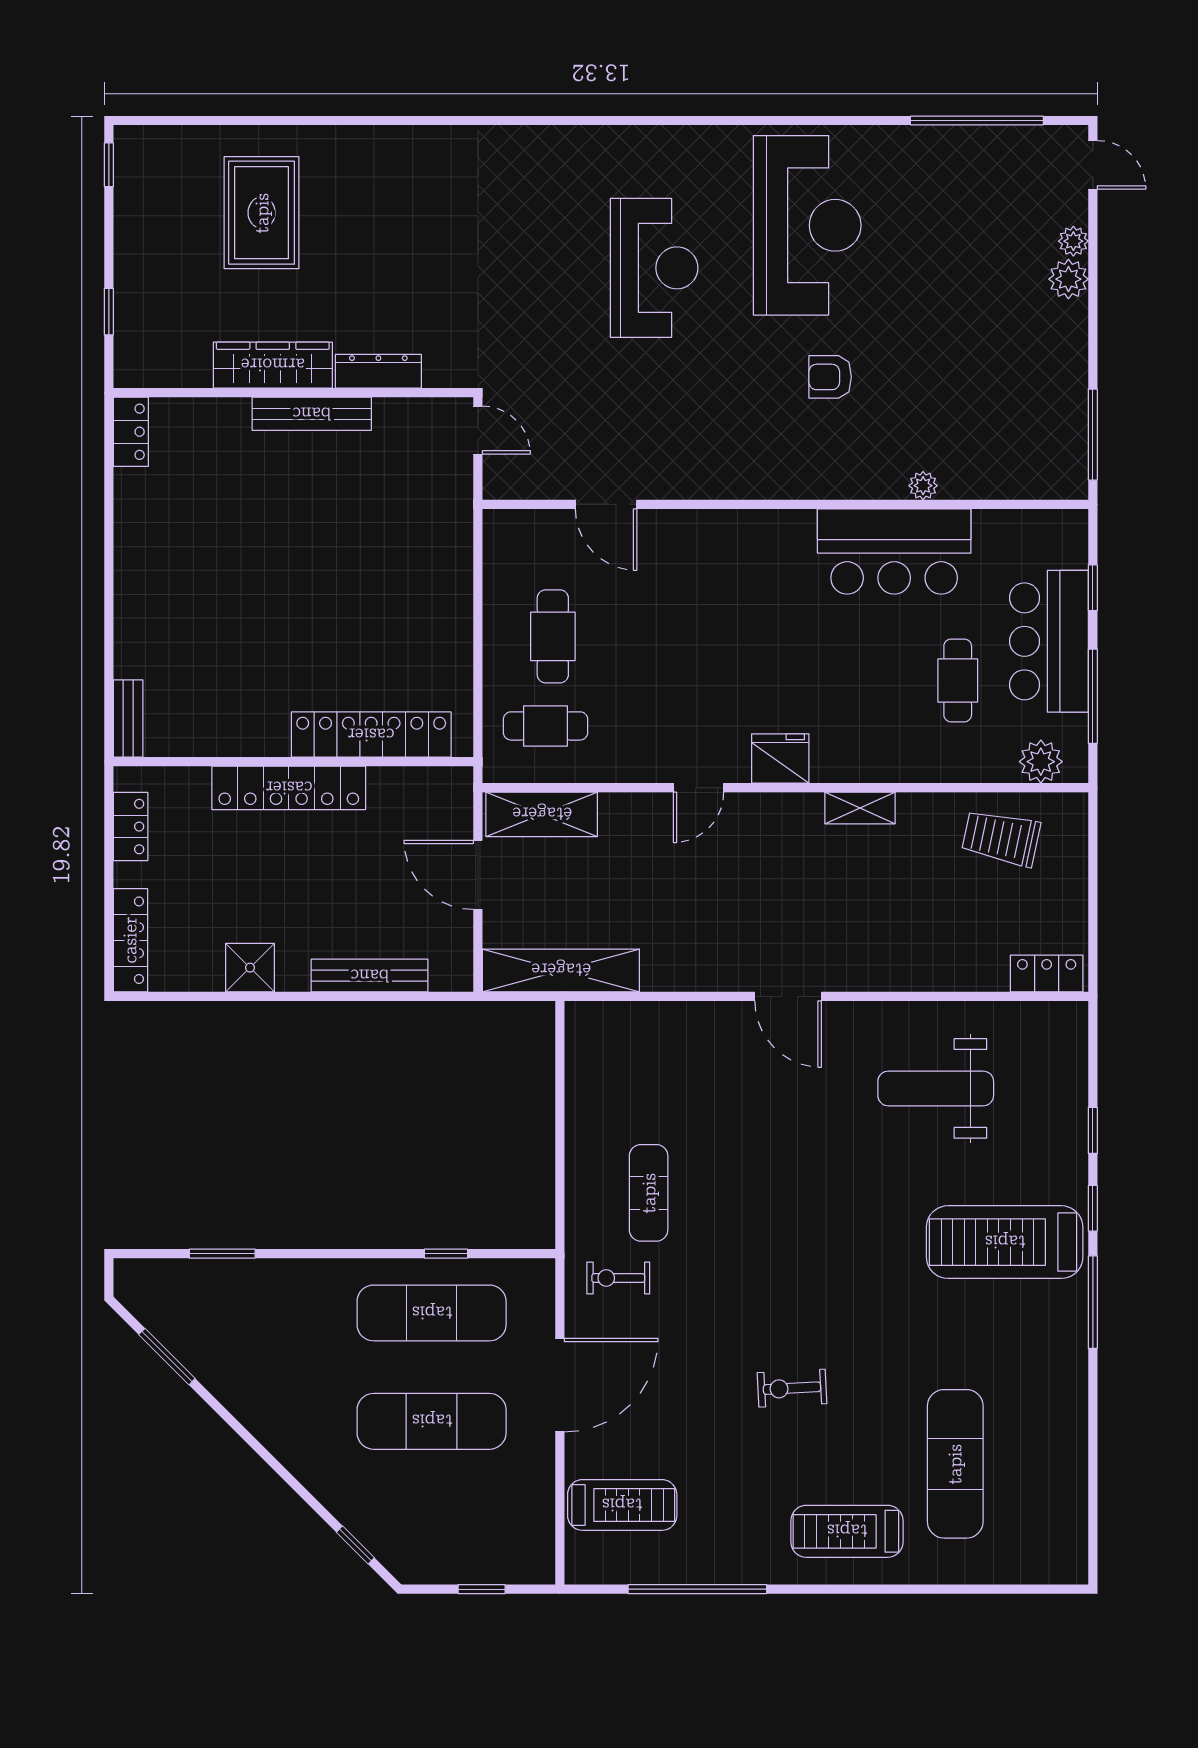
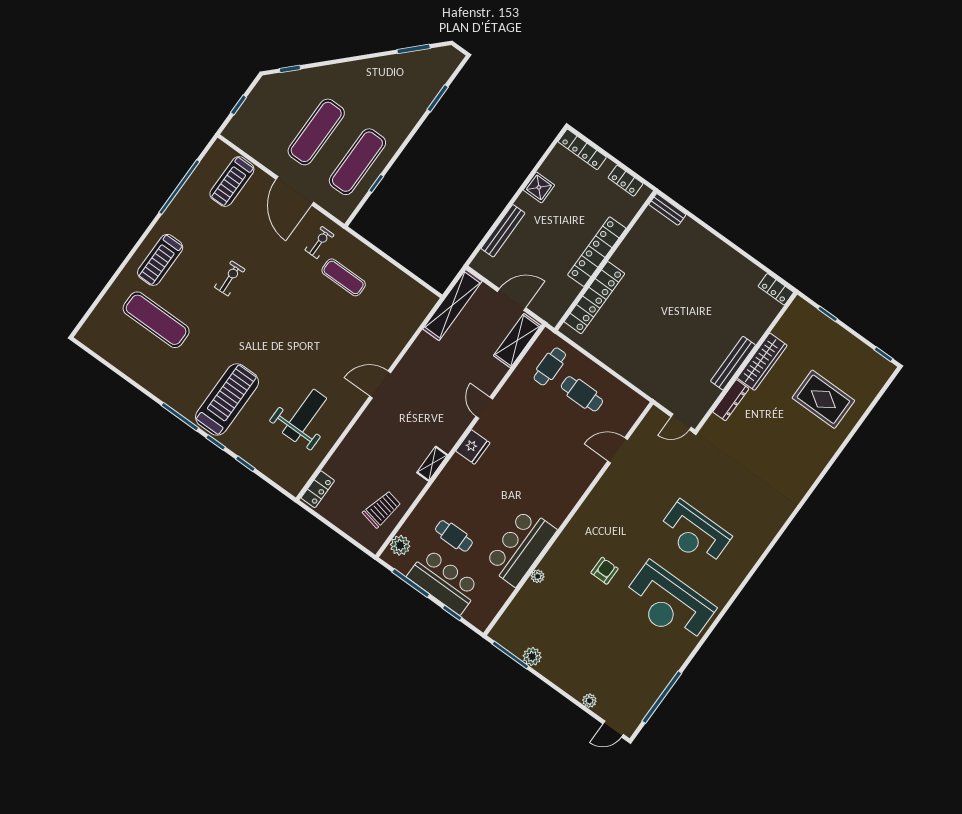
plant: (1068, 279) -> (532, 657), moved
treadmill: (847, 1531) -> (160, 260), turned 180

